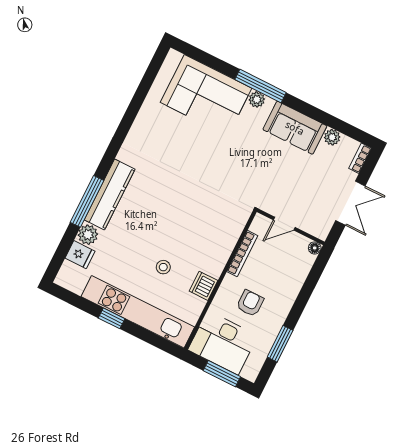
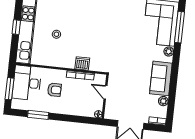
window: (260, 86) -> (180, 27), moved
dishwasher: (203, 286) -> (82, 63), moved
window: (112, 318) -> (16, 27), moved

